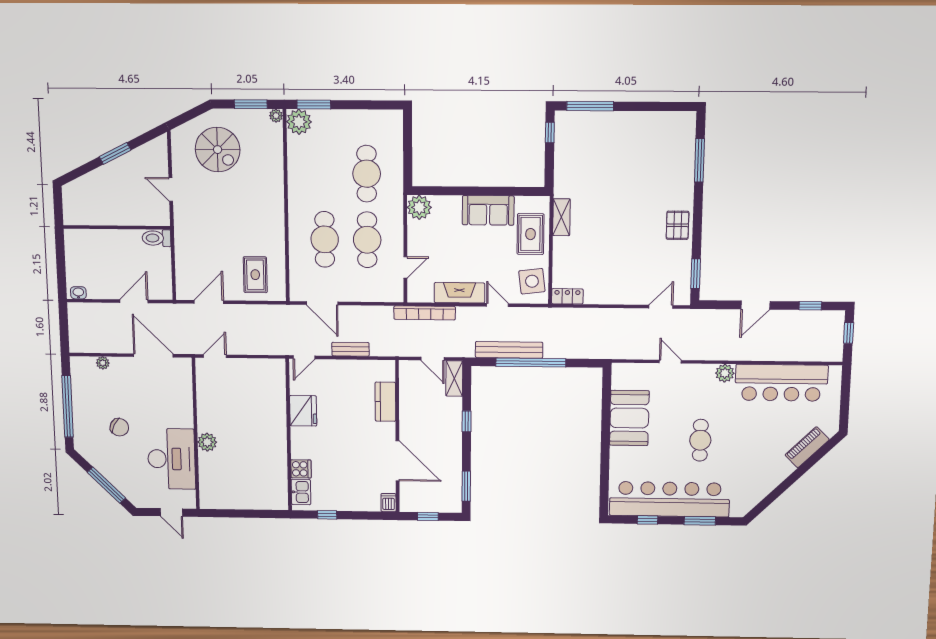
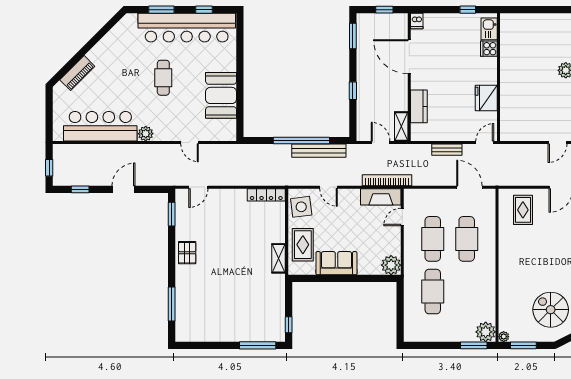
fireplace: (459, 293) -> (381, 197), moved
locker: (567, 296) -> (266, 195), width x1.53
shelving: (454, 379) -> (401, 126), moved

